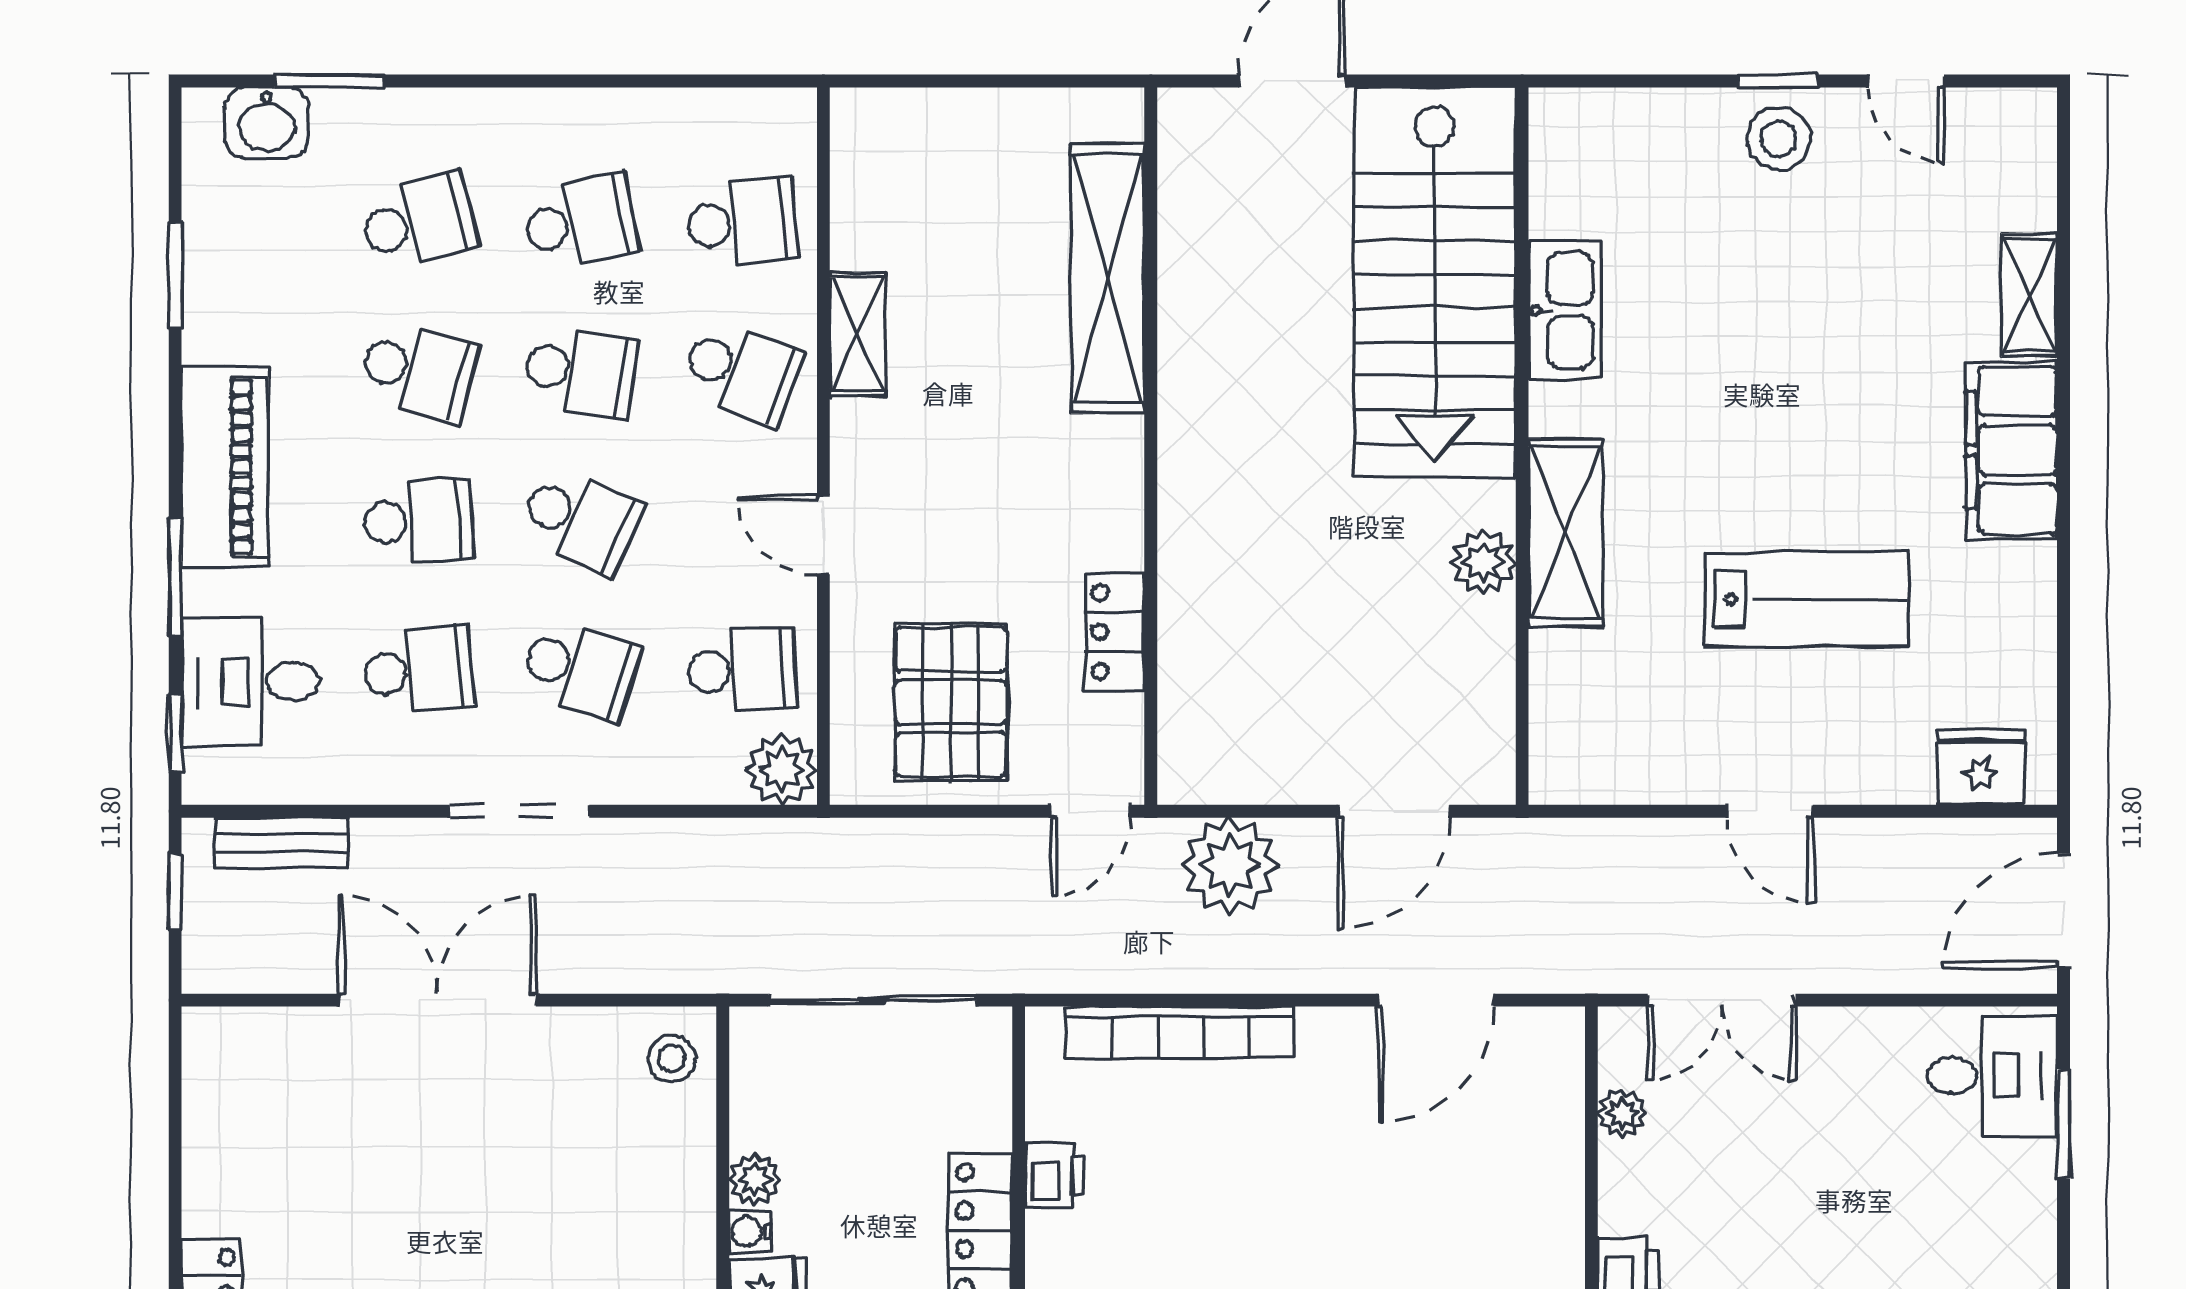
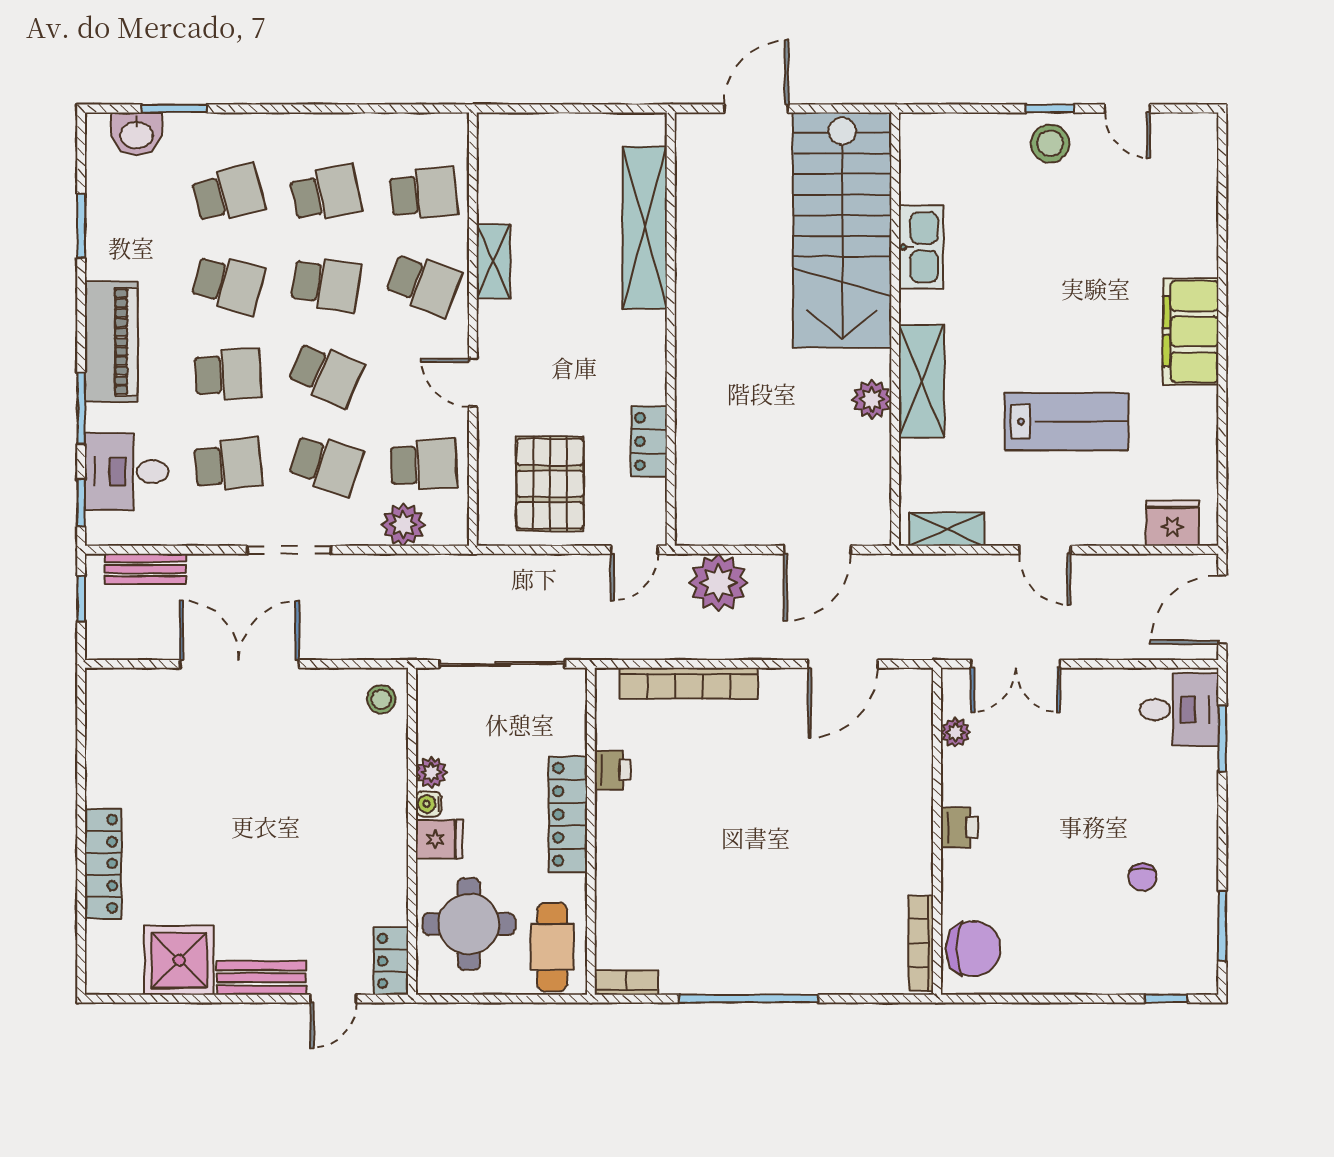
shelving: (2029, 295) -> (947, 529), moved, turned 90
plant: (782, 769) -> (403, 525), moved

